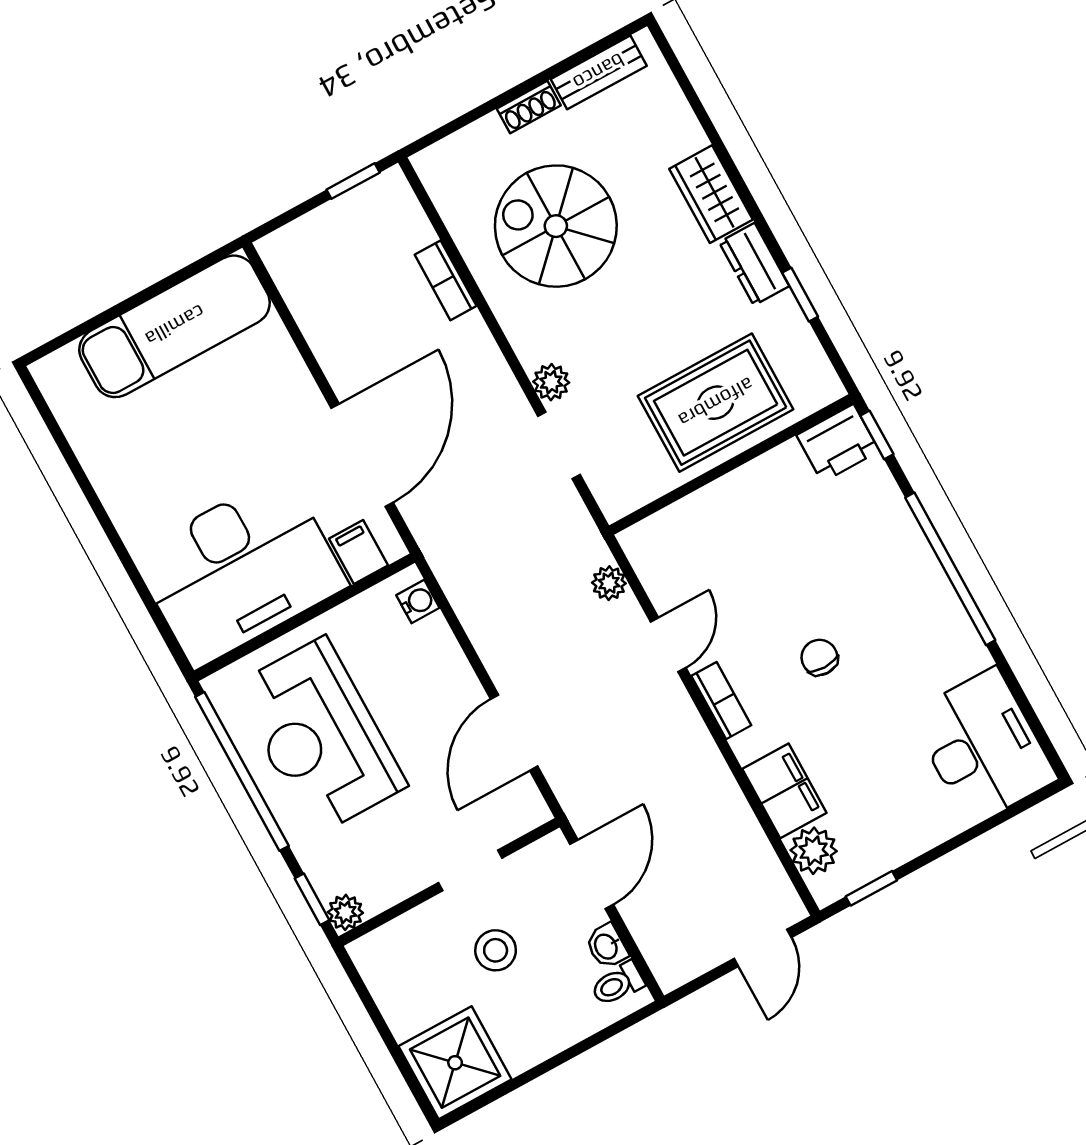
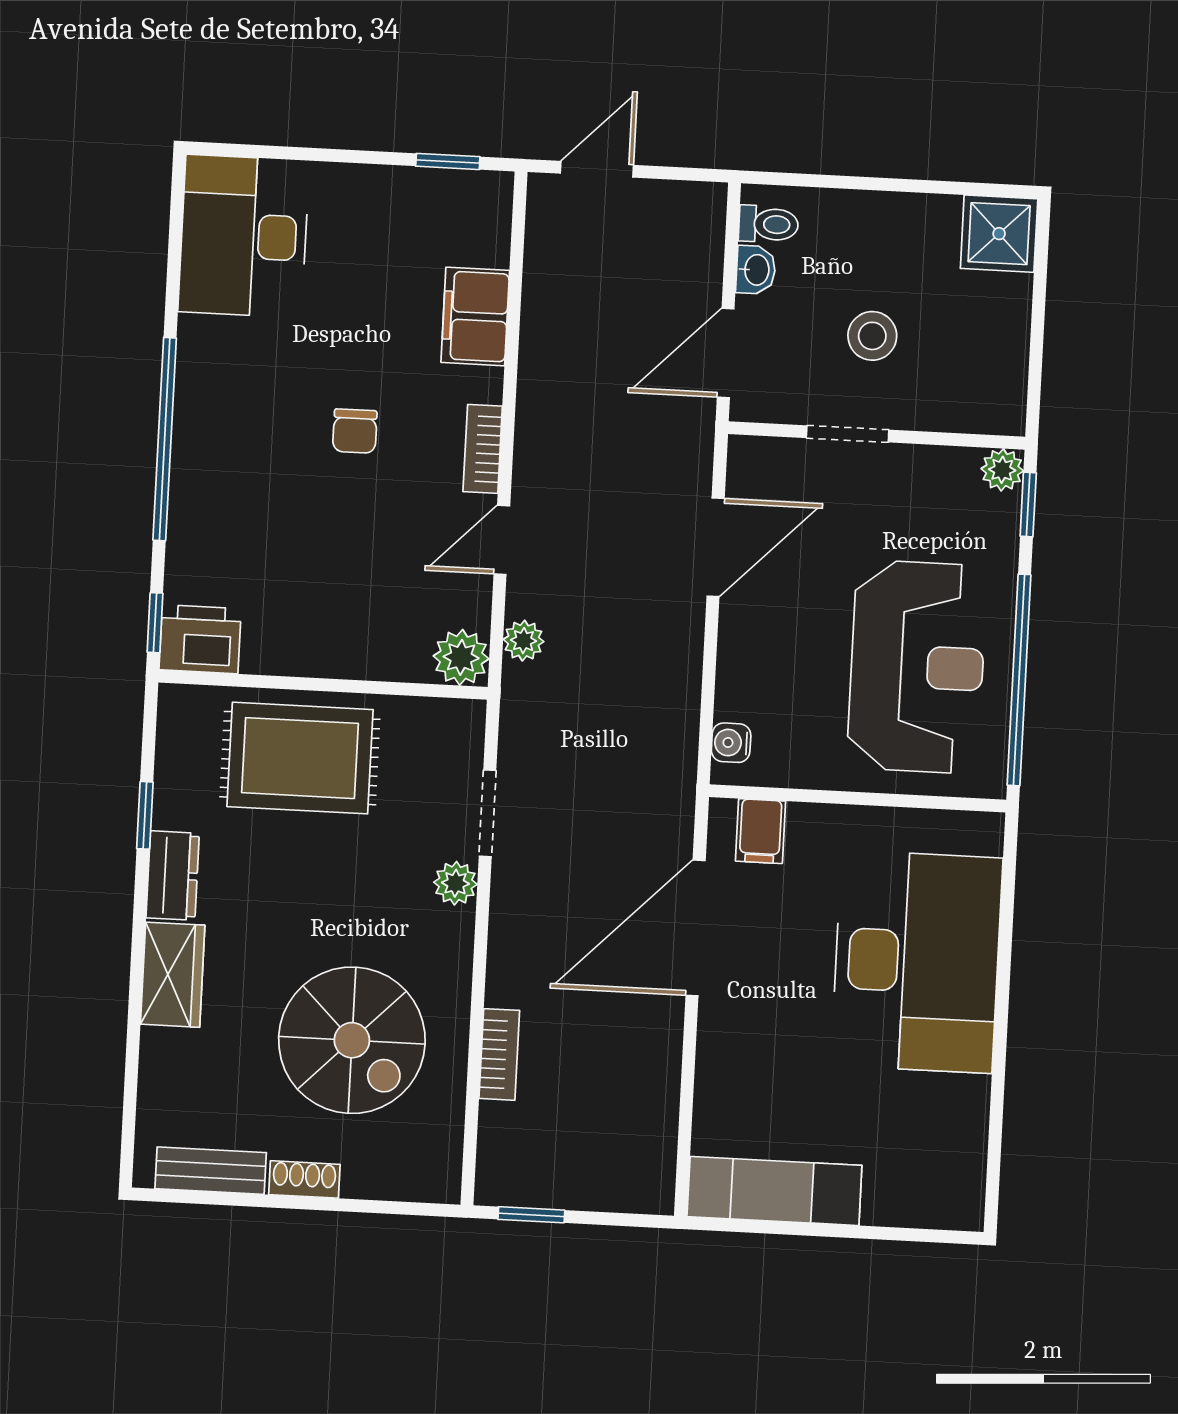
exam couch: (175, 326) -> (774, 1191), width x0.73, depth x0.69
desk: (240, 570) -> (917, 962), moved, turned 90
plant: (814, 851) -> (461, 657), moved
shower: (455, 1063) -> (999, 234), width x0.73, depth x0.73

